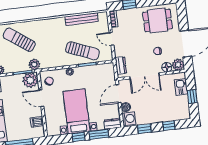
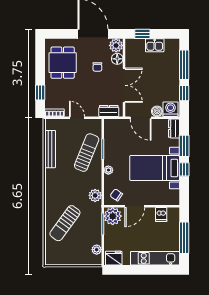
door: (112, 39) -> (77, 118), swing flipped
plant: (34, 64) -> (95, 195), moved
kitchen sink: (181, 87) -> (155, 45), moved
window: (192, 97) -> (142, 34), moved
window: (169, 126) -> (184, 65), width x2.17

